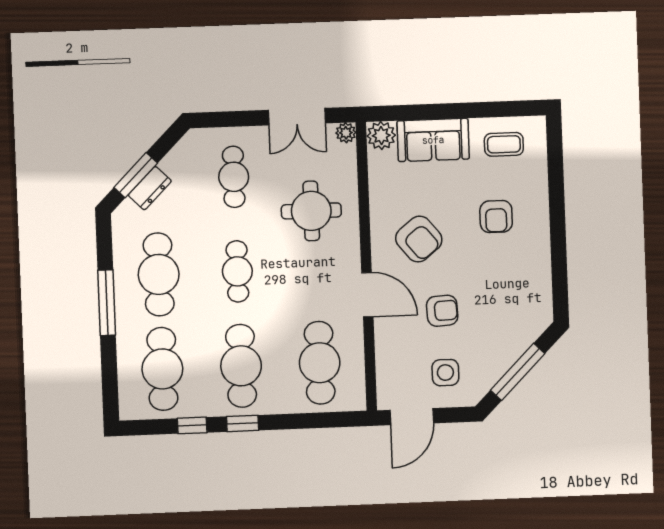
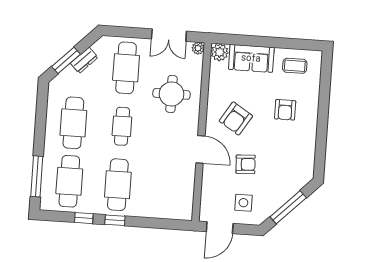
cafe table: (234, 177) -> (126, 68), width x1.37, depth x1.35
dresser: (150, 188) -> (84, 60), moved
armchair: (419, 239) -> (236, 118), turned 71
window: (107, 303) -> (37, 176), moved
cafe table: (320, 363) -> (166, 188), removed

